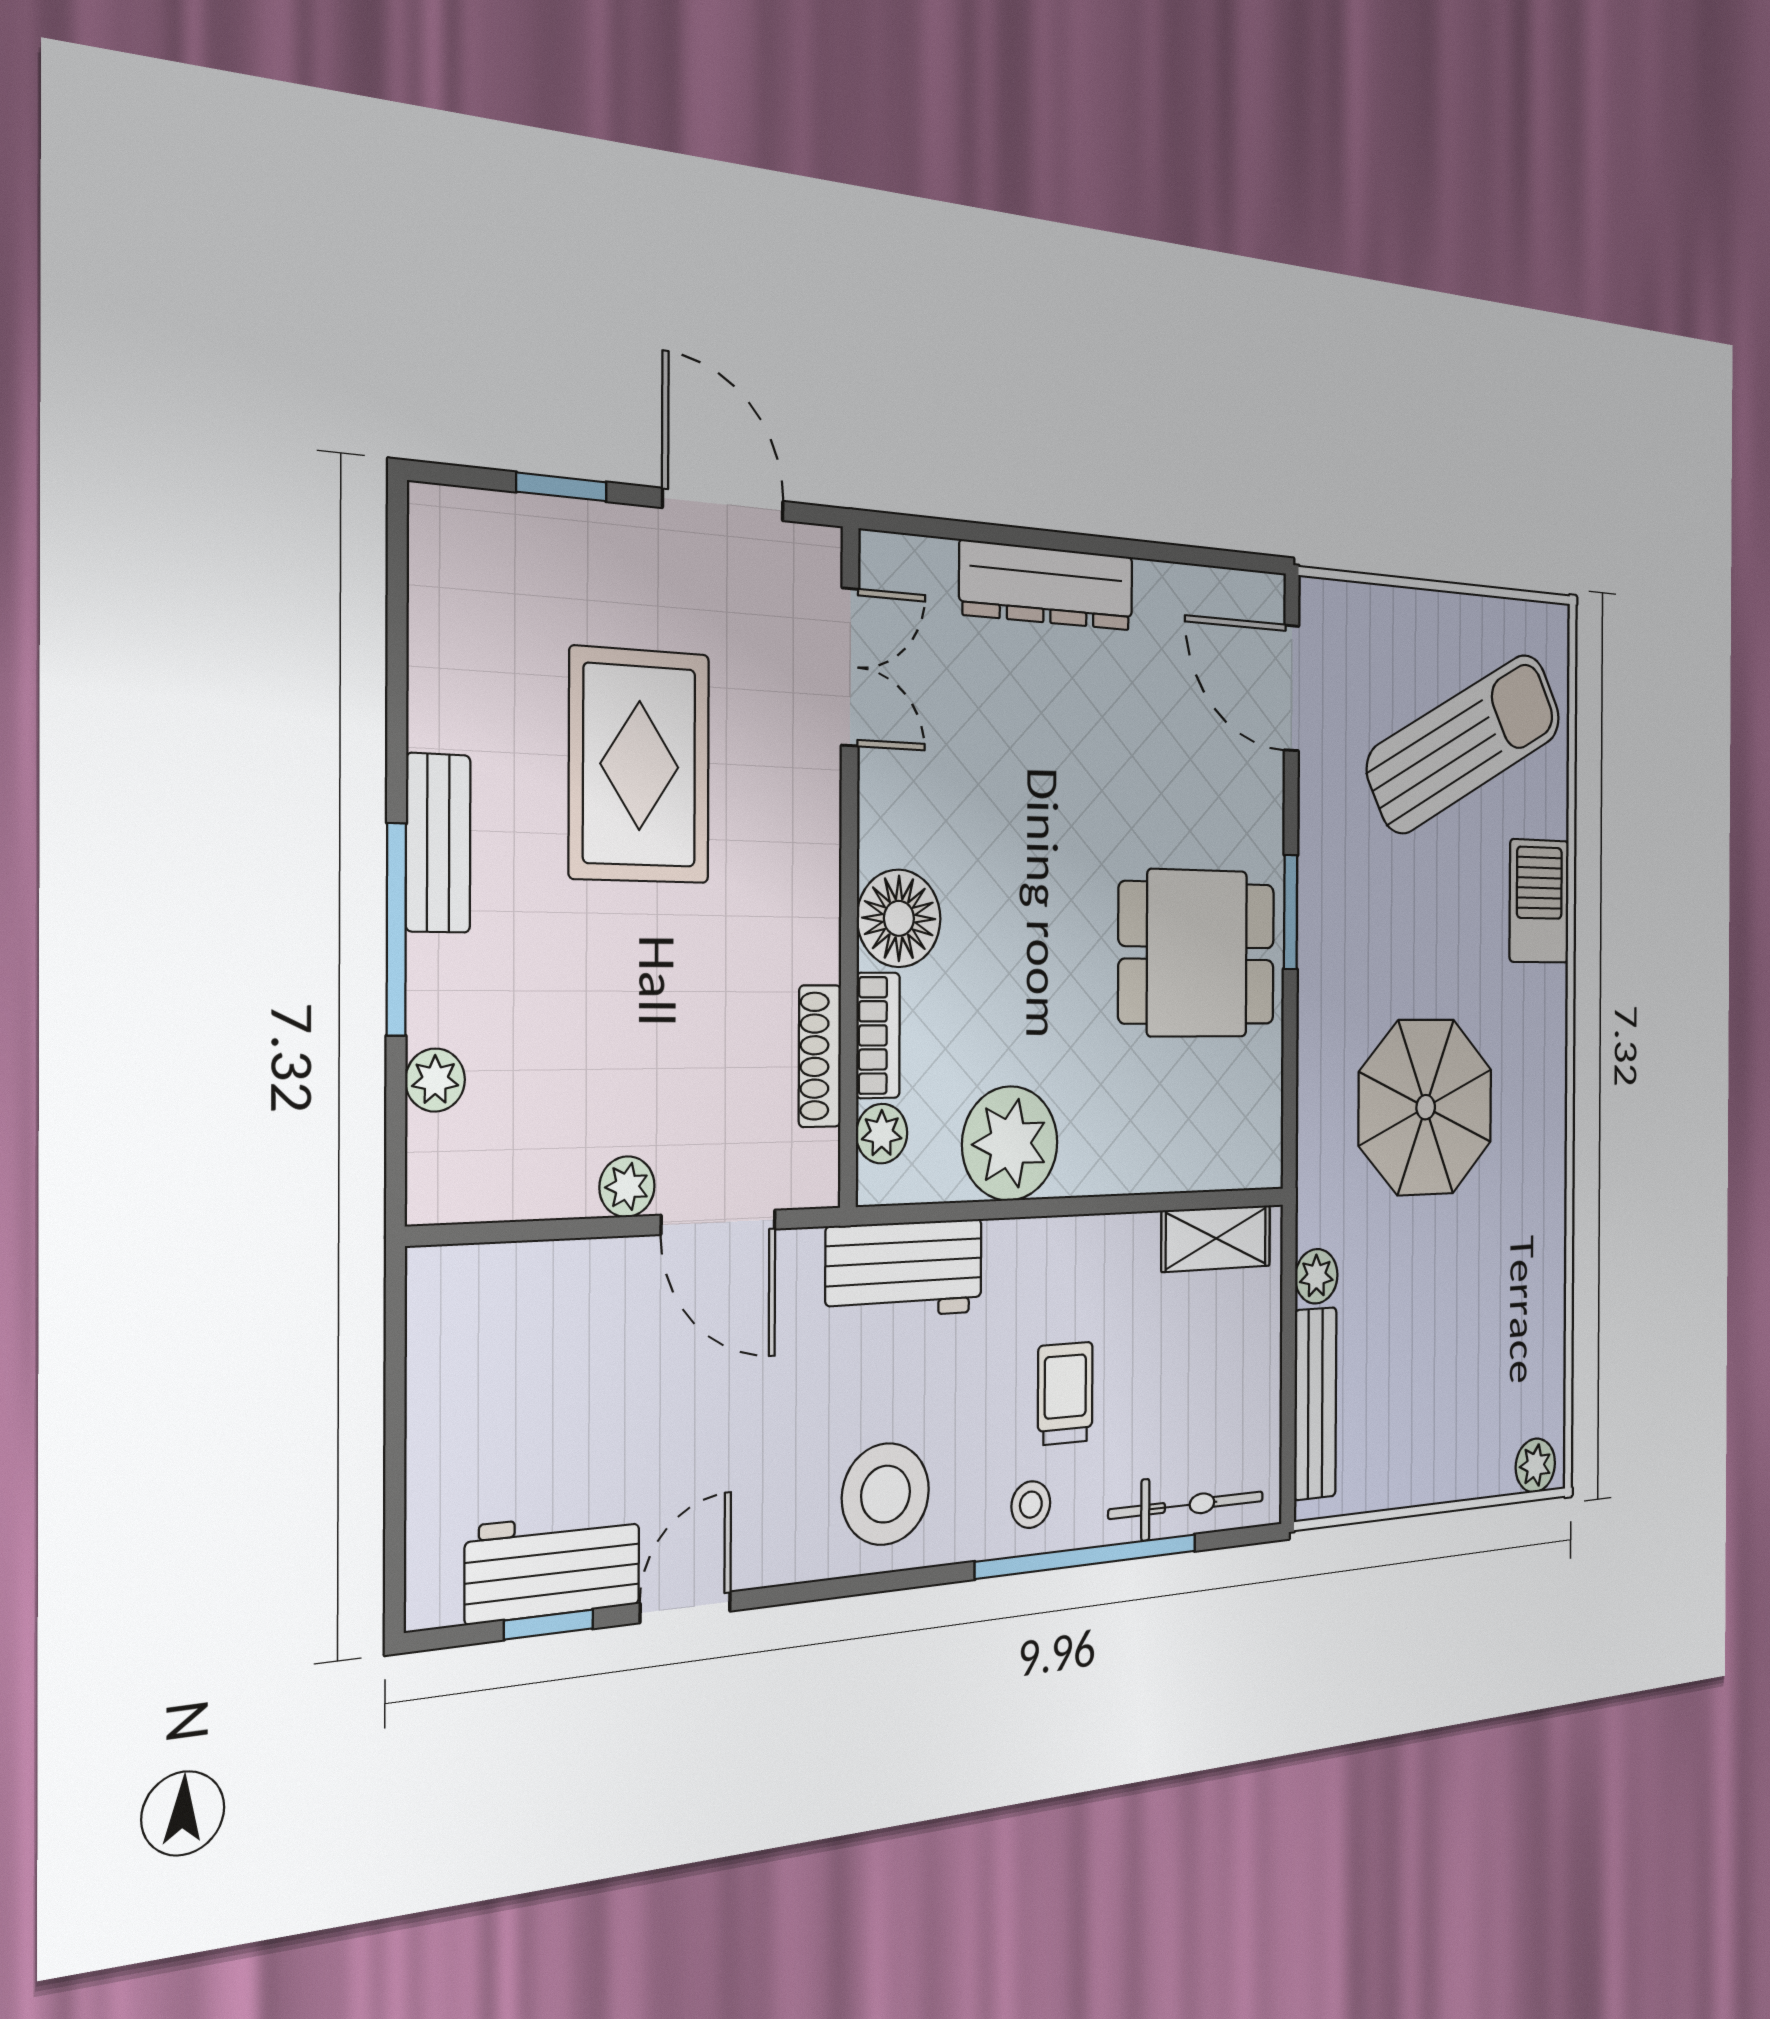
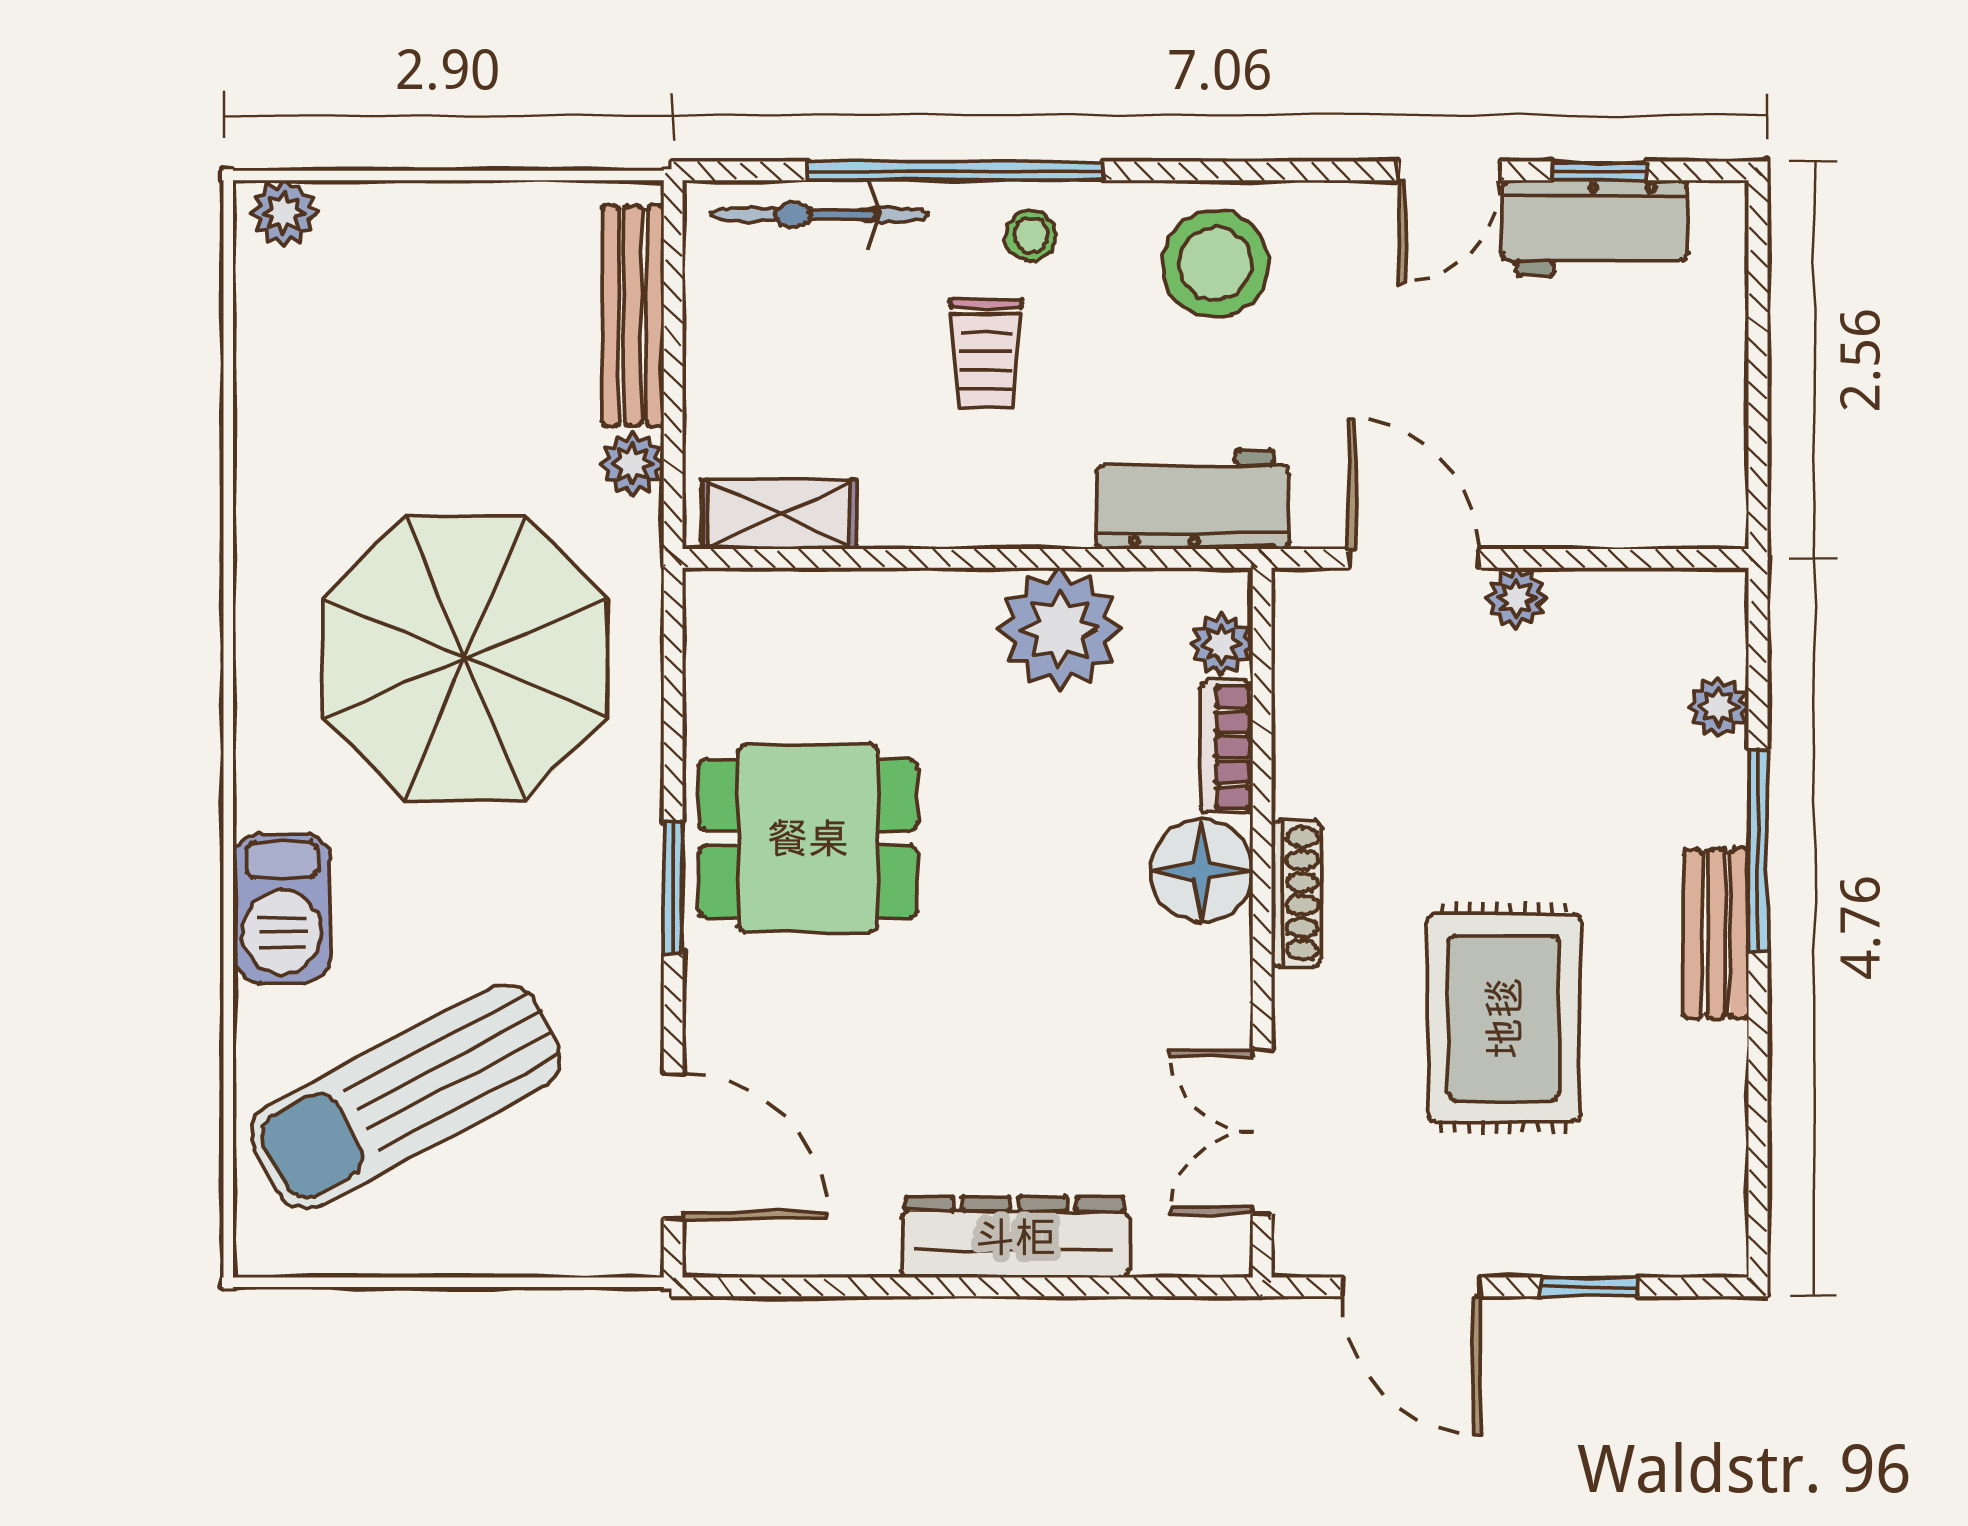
shoe rack: (820, 1056) -> (1296, 893), moved
parasol: (1426, 1107) -> (465, 658), width x1.36, depth x1.36

